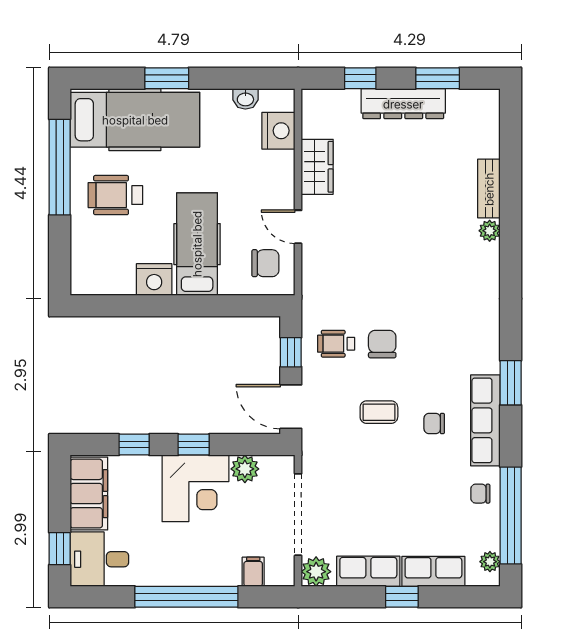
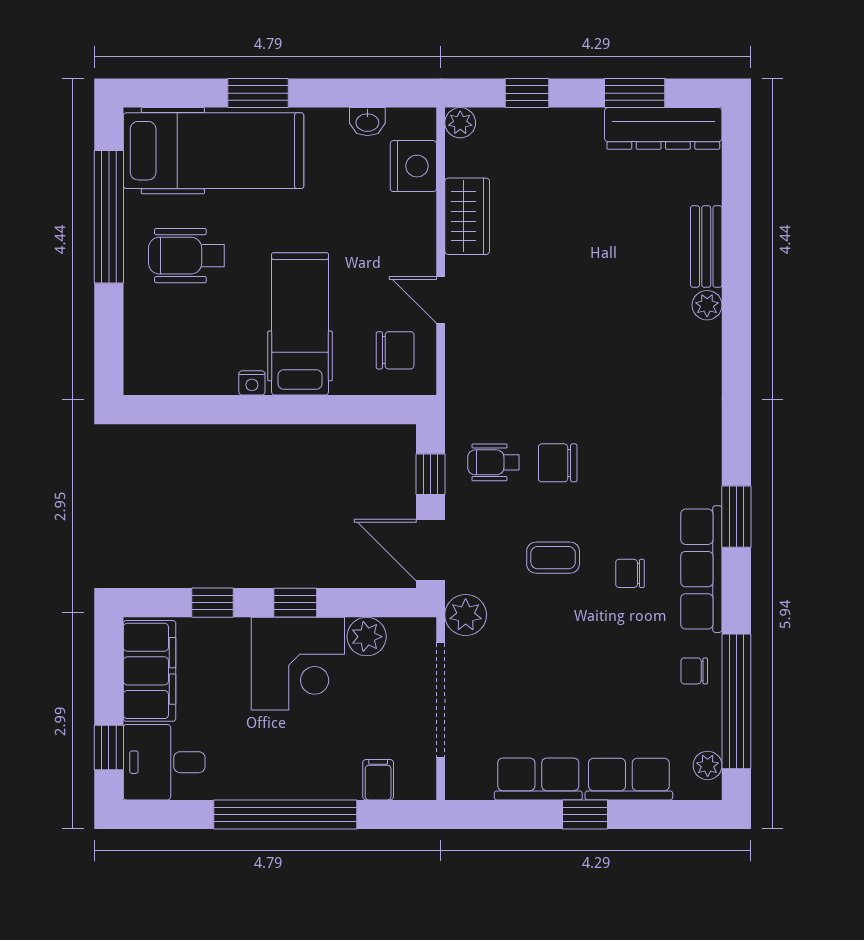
plant: (312, 100) -> (460, 123), added
dresser: (403, 104) -> (663, 128), moved
nightstand: (154, 280) -> (252, 383), width x0.53, depth x0.56
chair: (382, 344) -> (558, 463), turned -90
plant: (316, 572) -> (466, 615), moved

